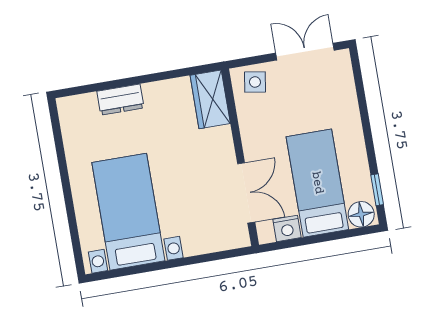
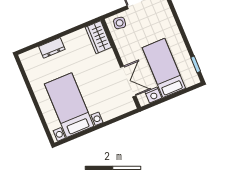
floor lamp: (361, 214) -> (190, 79), removed

